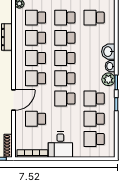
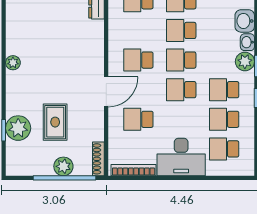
school desk: (36, 58) -> (138, 30), removed
desk: (60, 145) -> (181, 157), width x1.37

